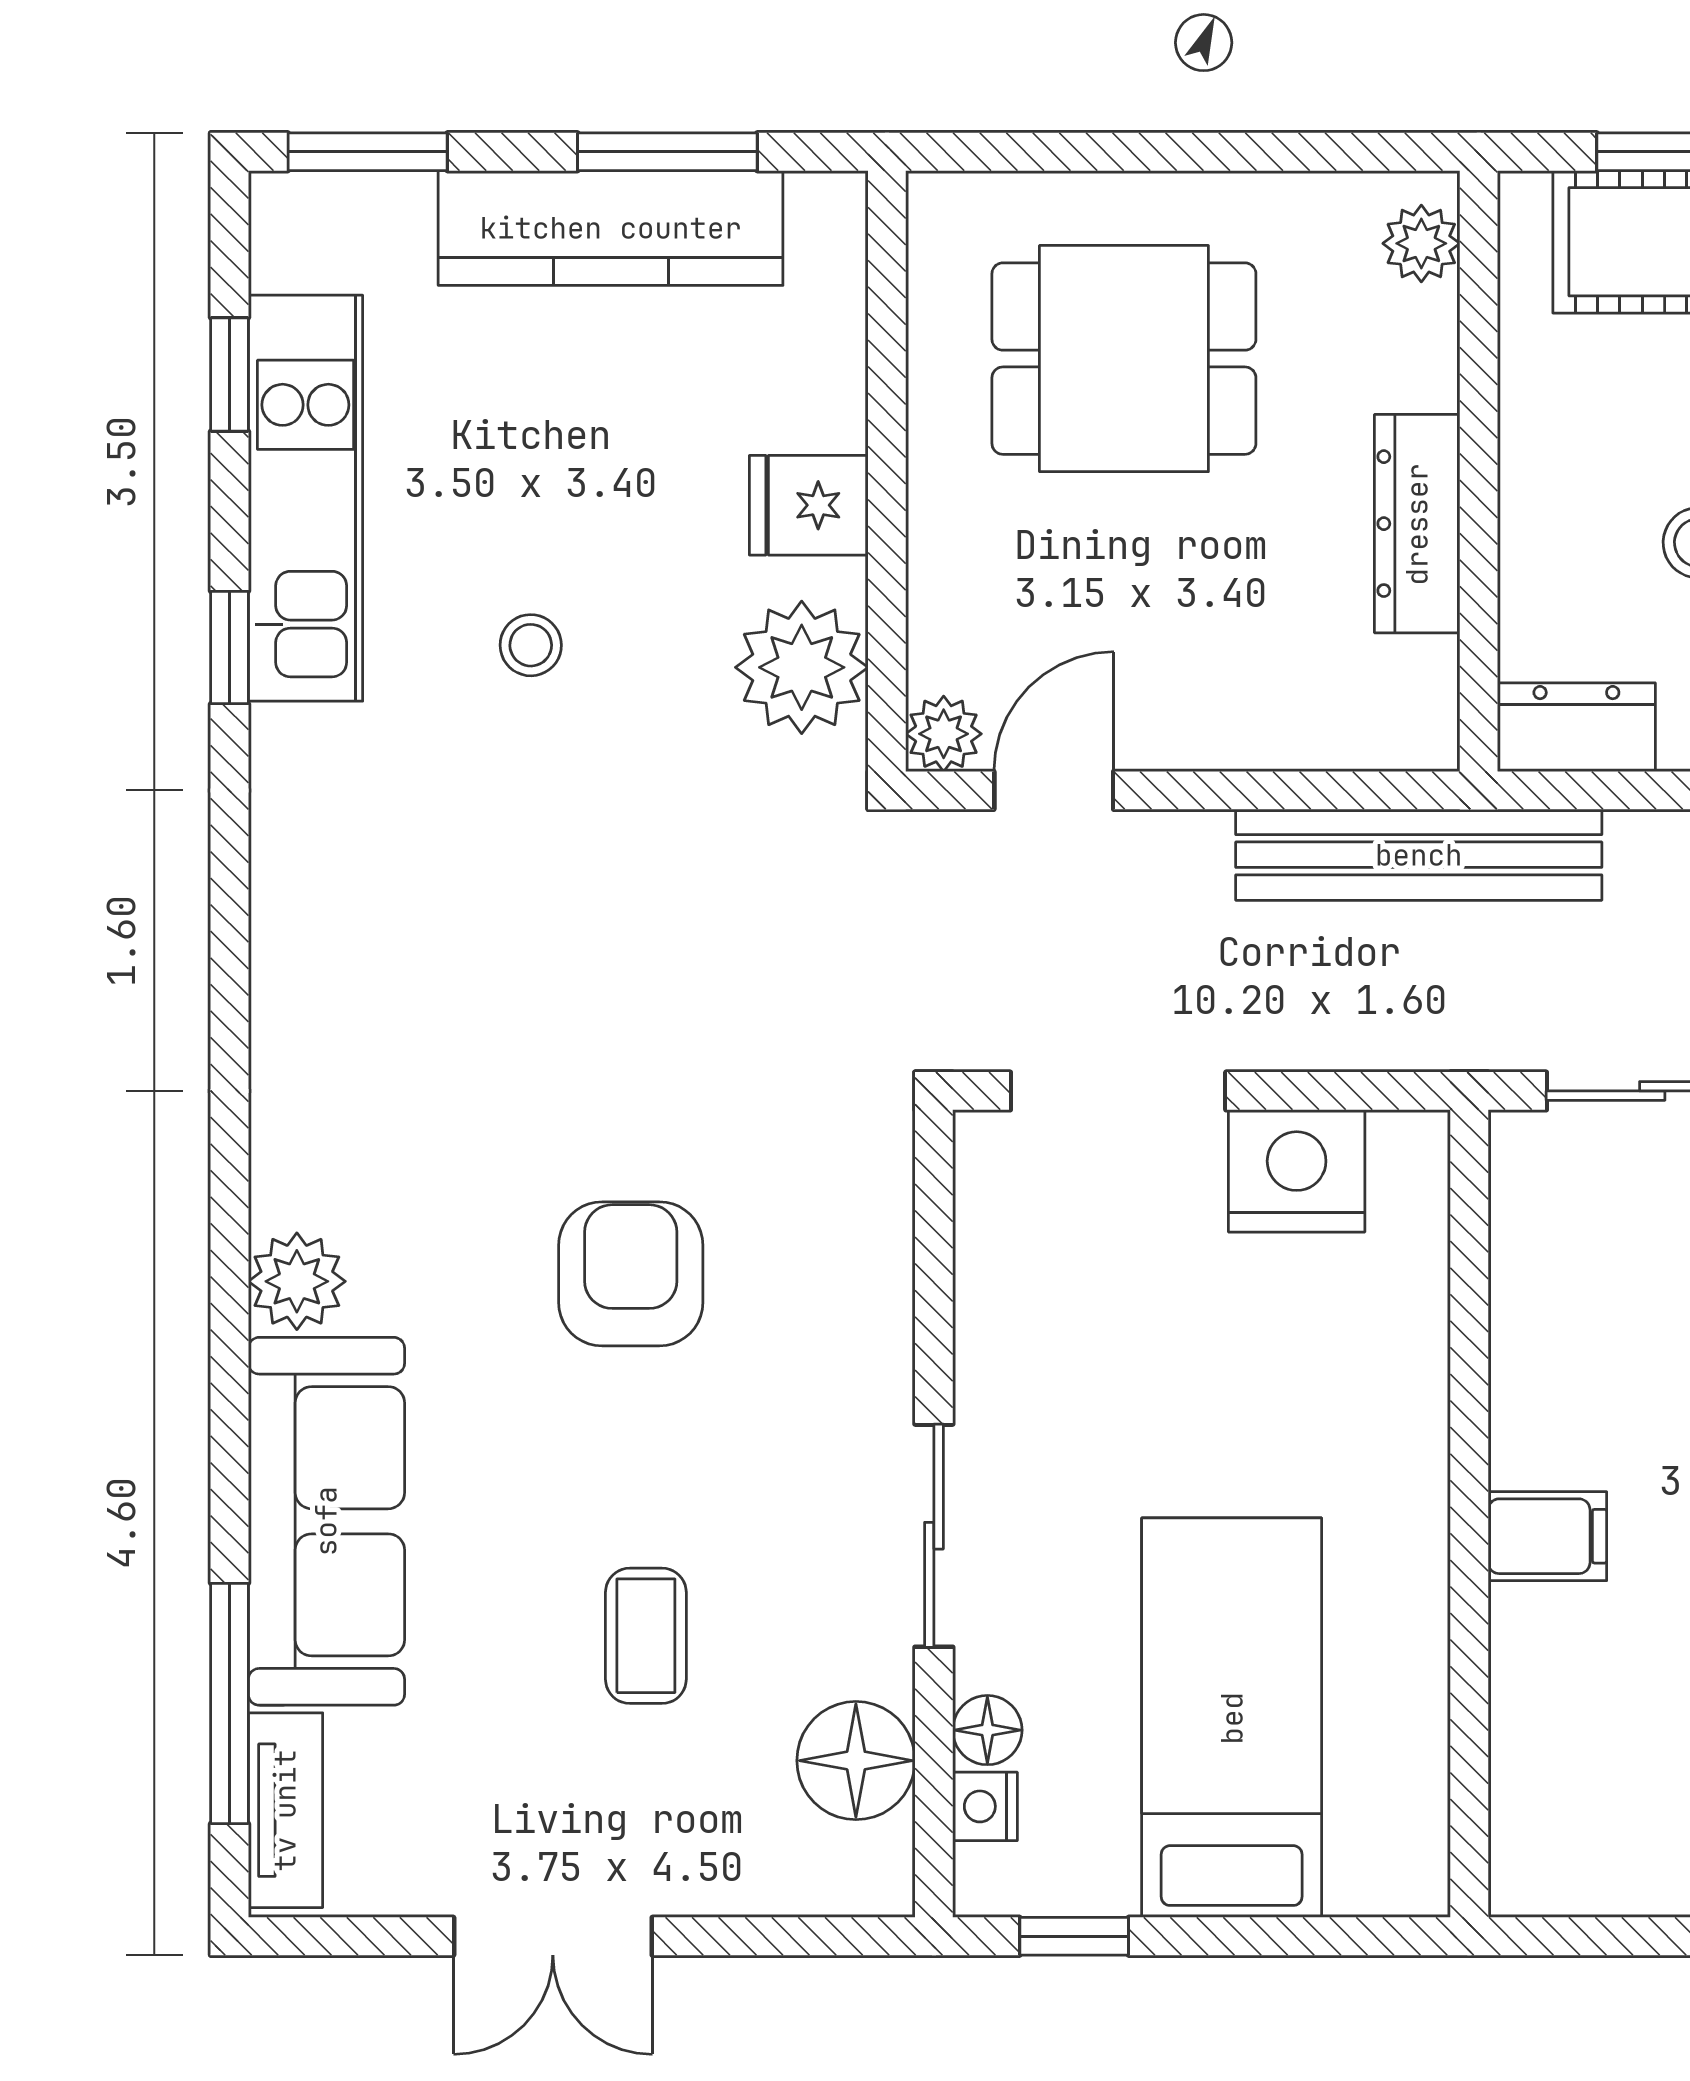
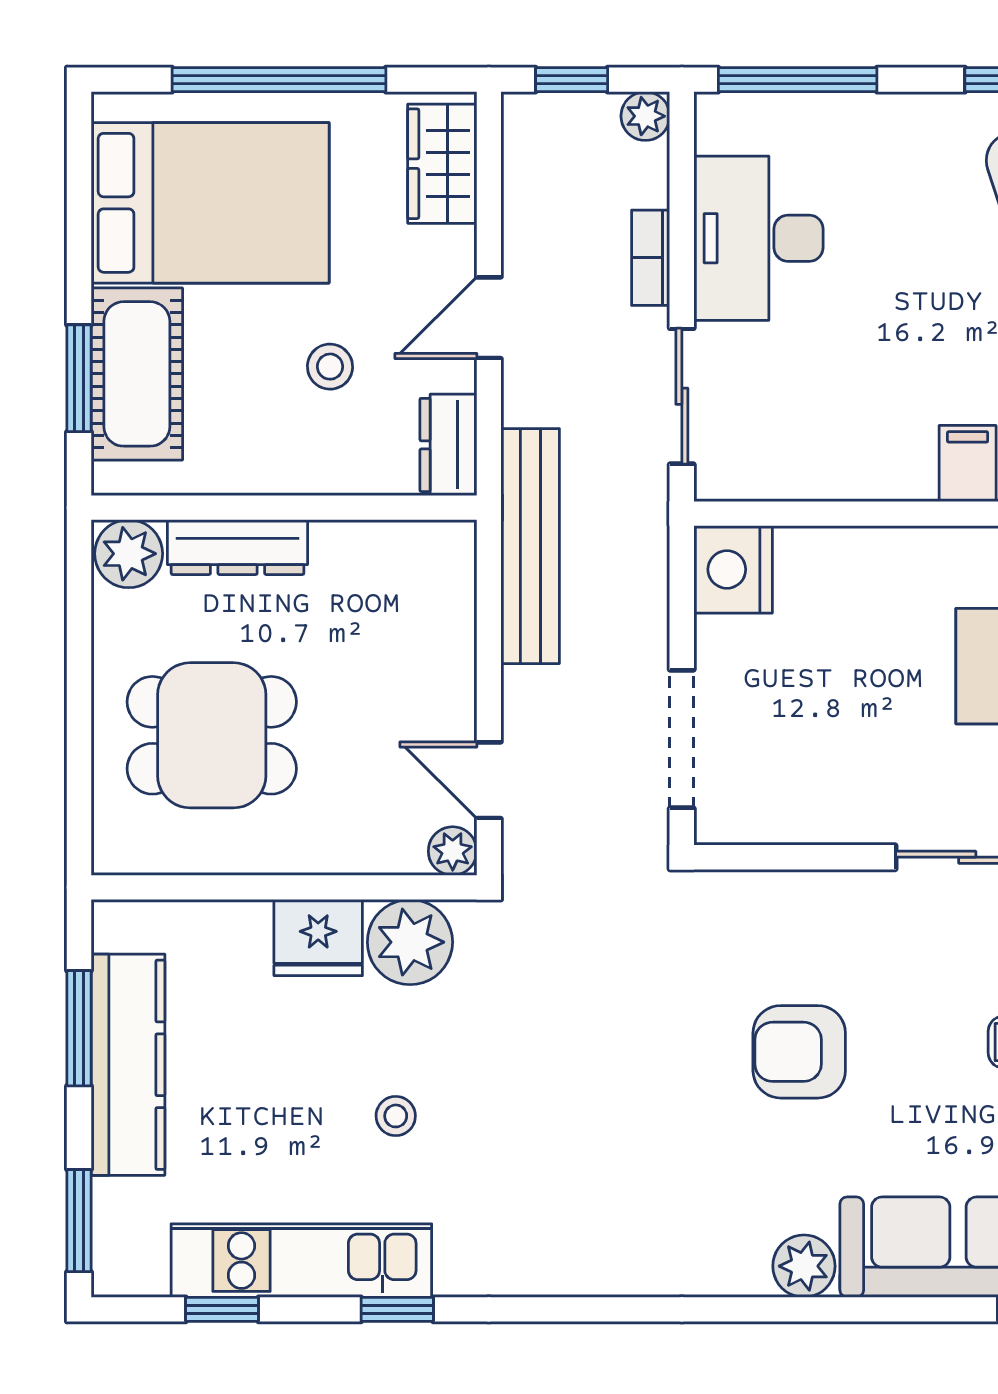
plant: (1421, 243) -> (129, 554), width x1.38, depth x1.38
dining table: (1124, 359) -> (212, 735), turned 90
fridge: (809, 505) -> (318, 938), width x1.38
dresser: (1417, 524) -> (238, 547), moved
nightstand: (1297, 1171) -> (733, 569), moved

